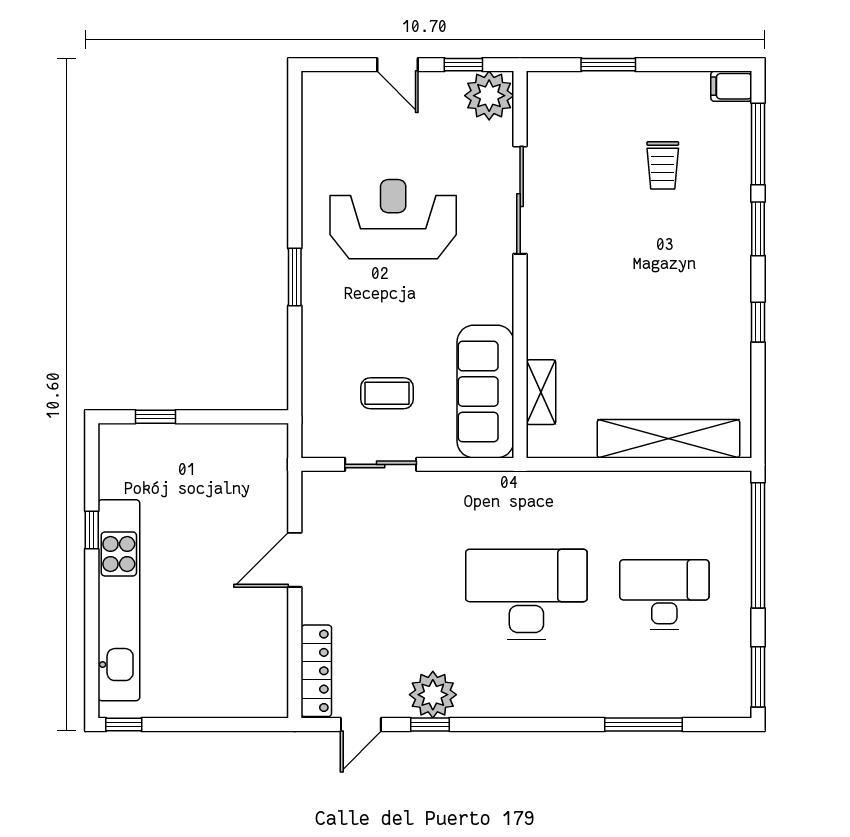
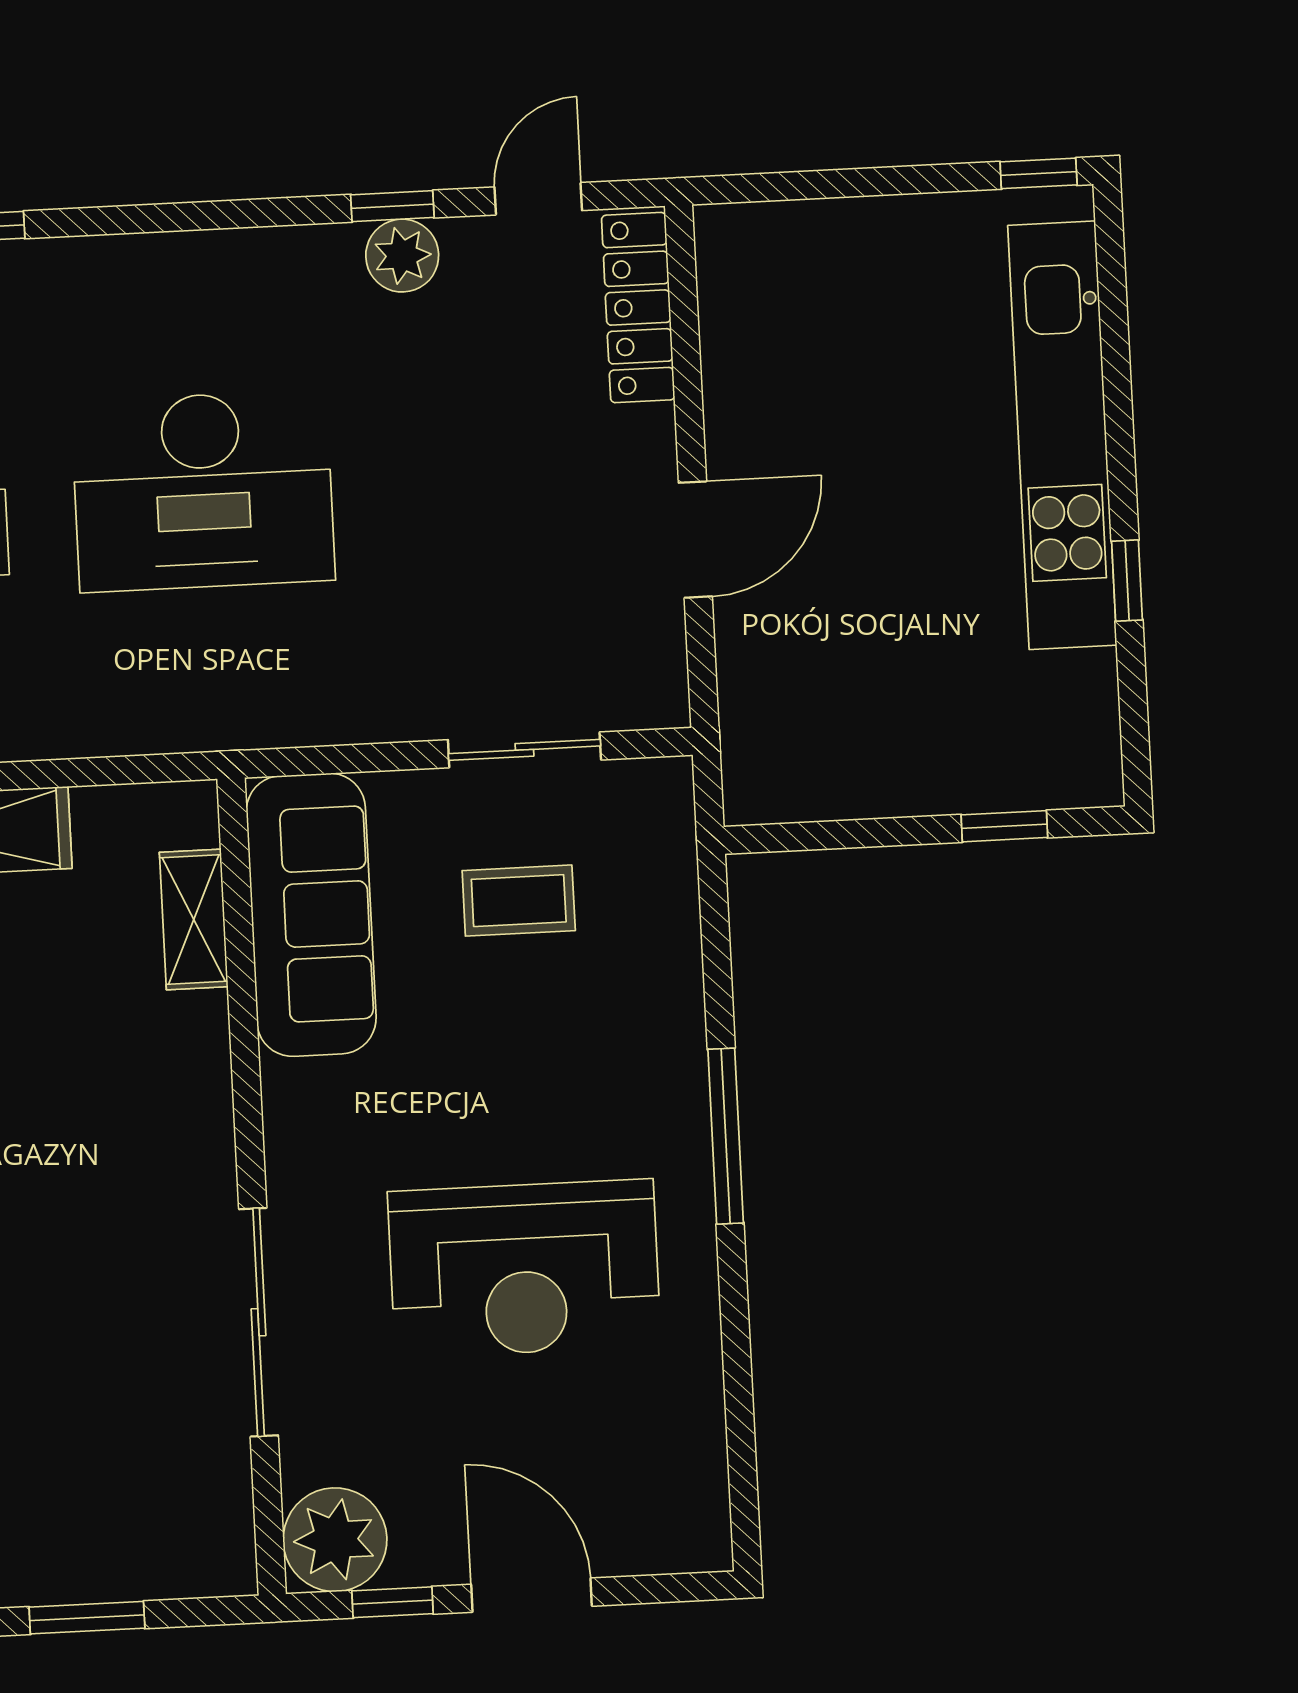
door: (398, 65) -> (532, 1595), width x1.38
window: (295, 277) -> (726, 1136), width x1.44
plant: (433, 695) -> (402, 256), width x0.73, depth x0.73

